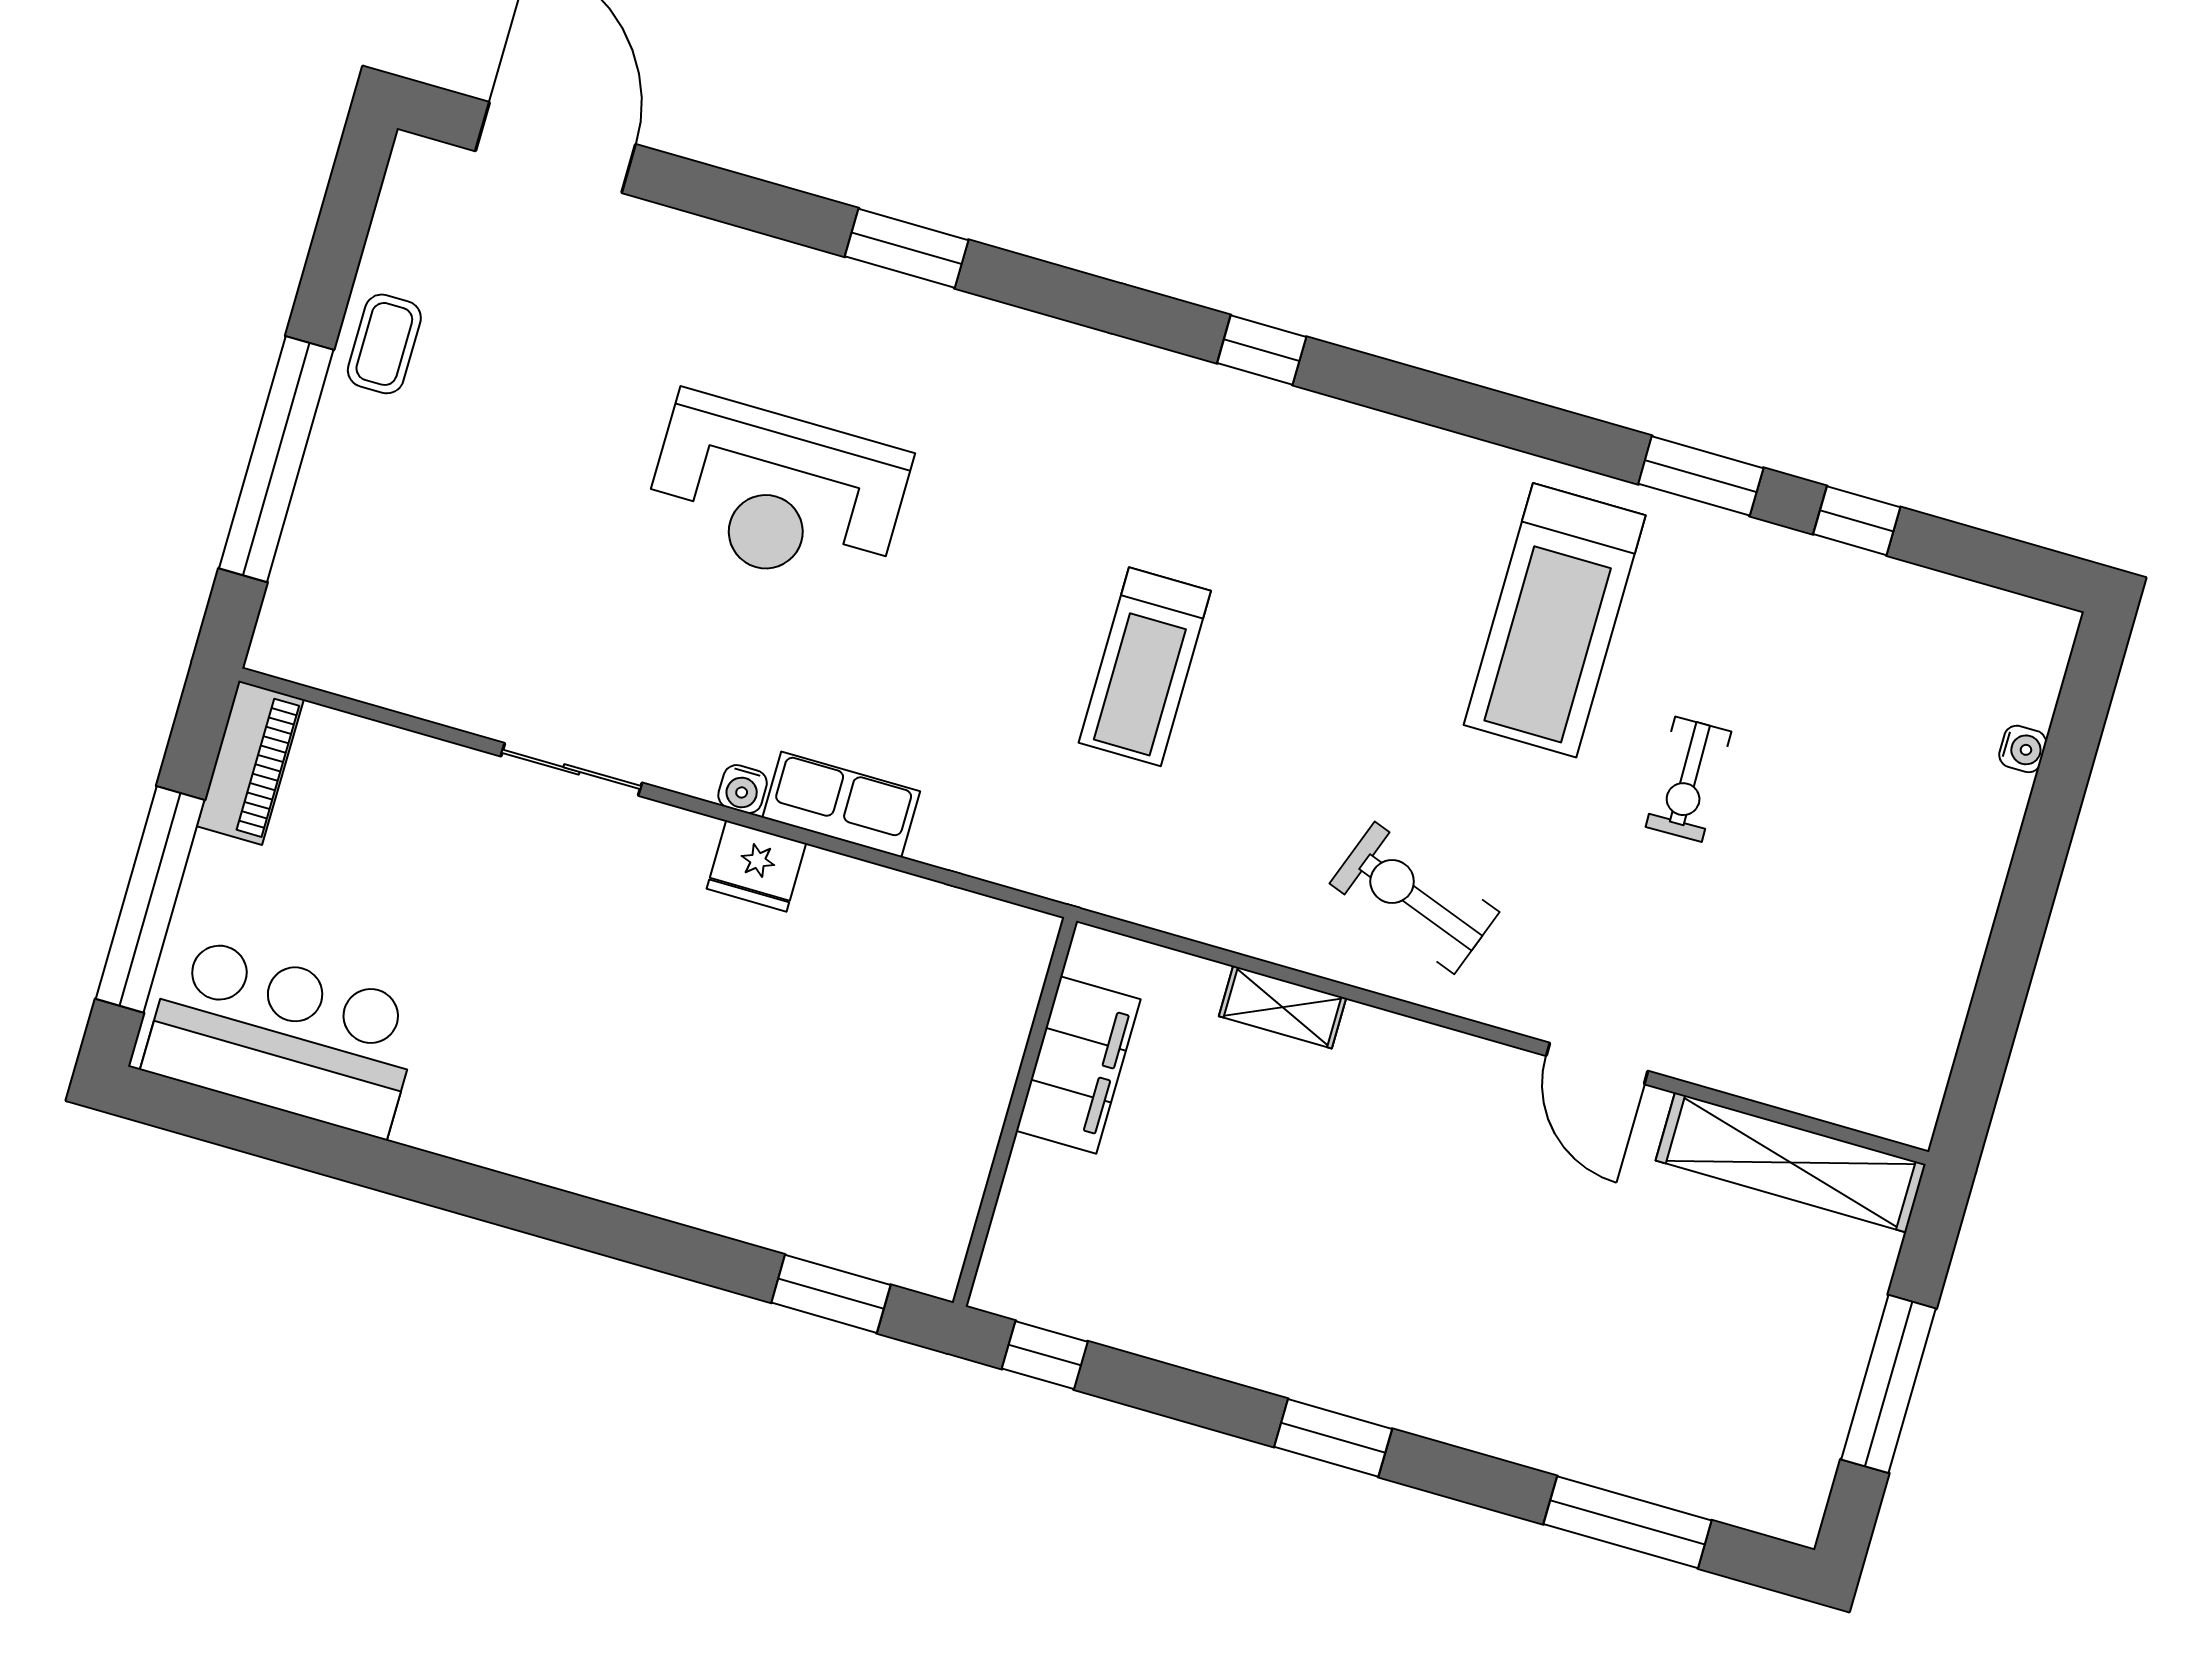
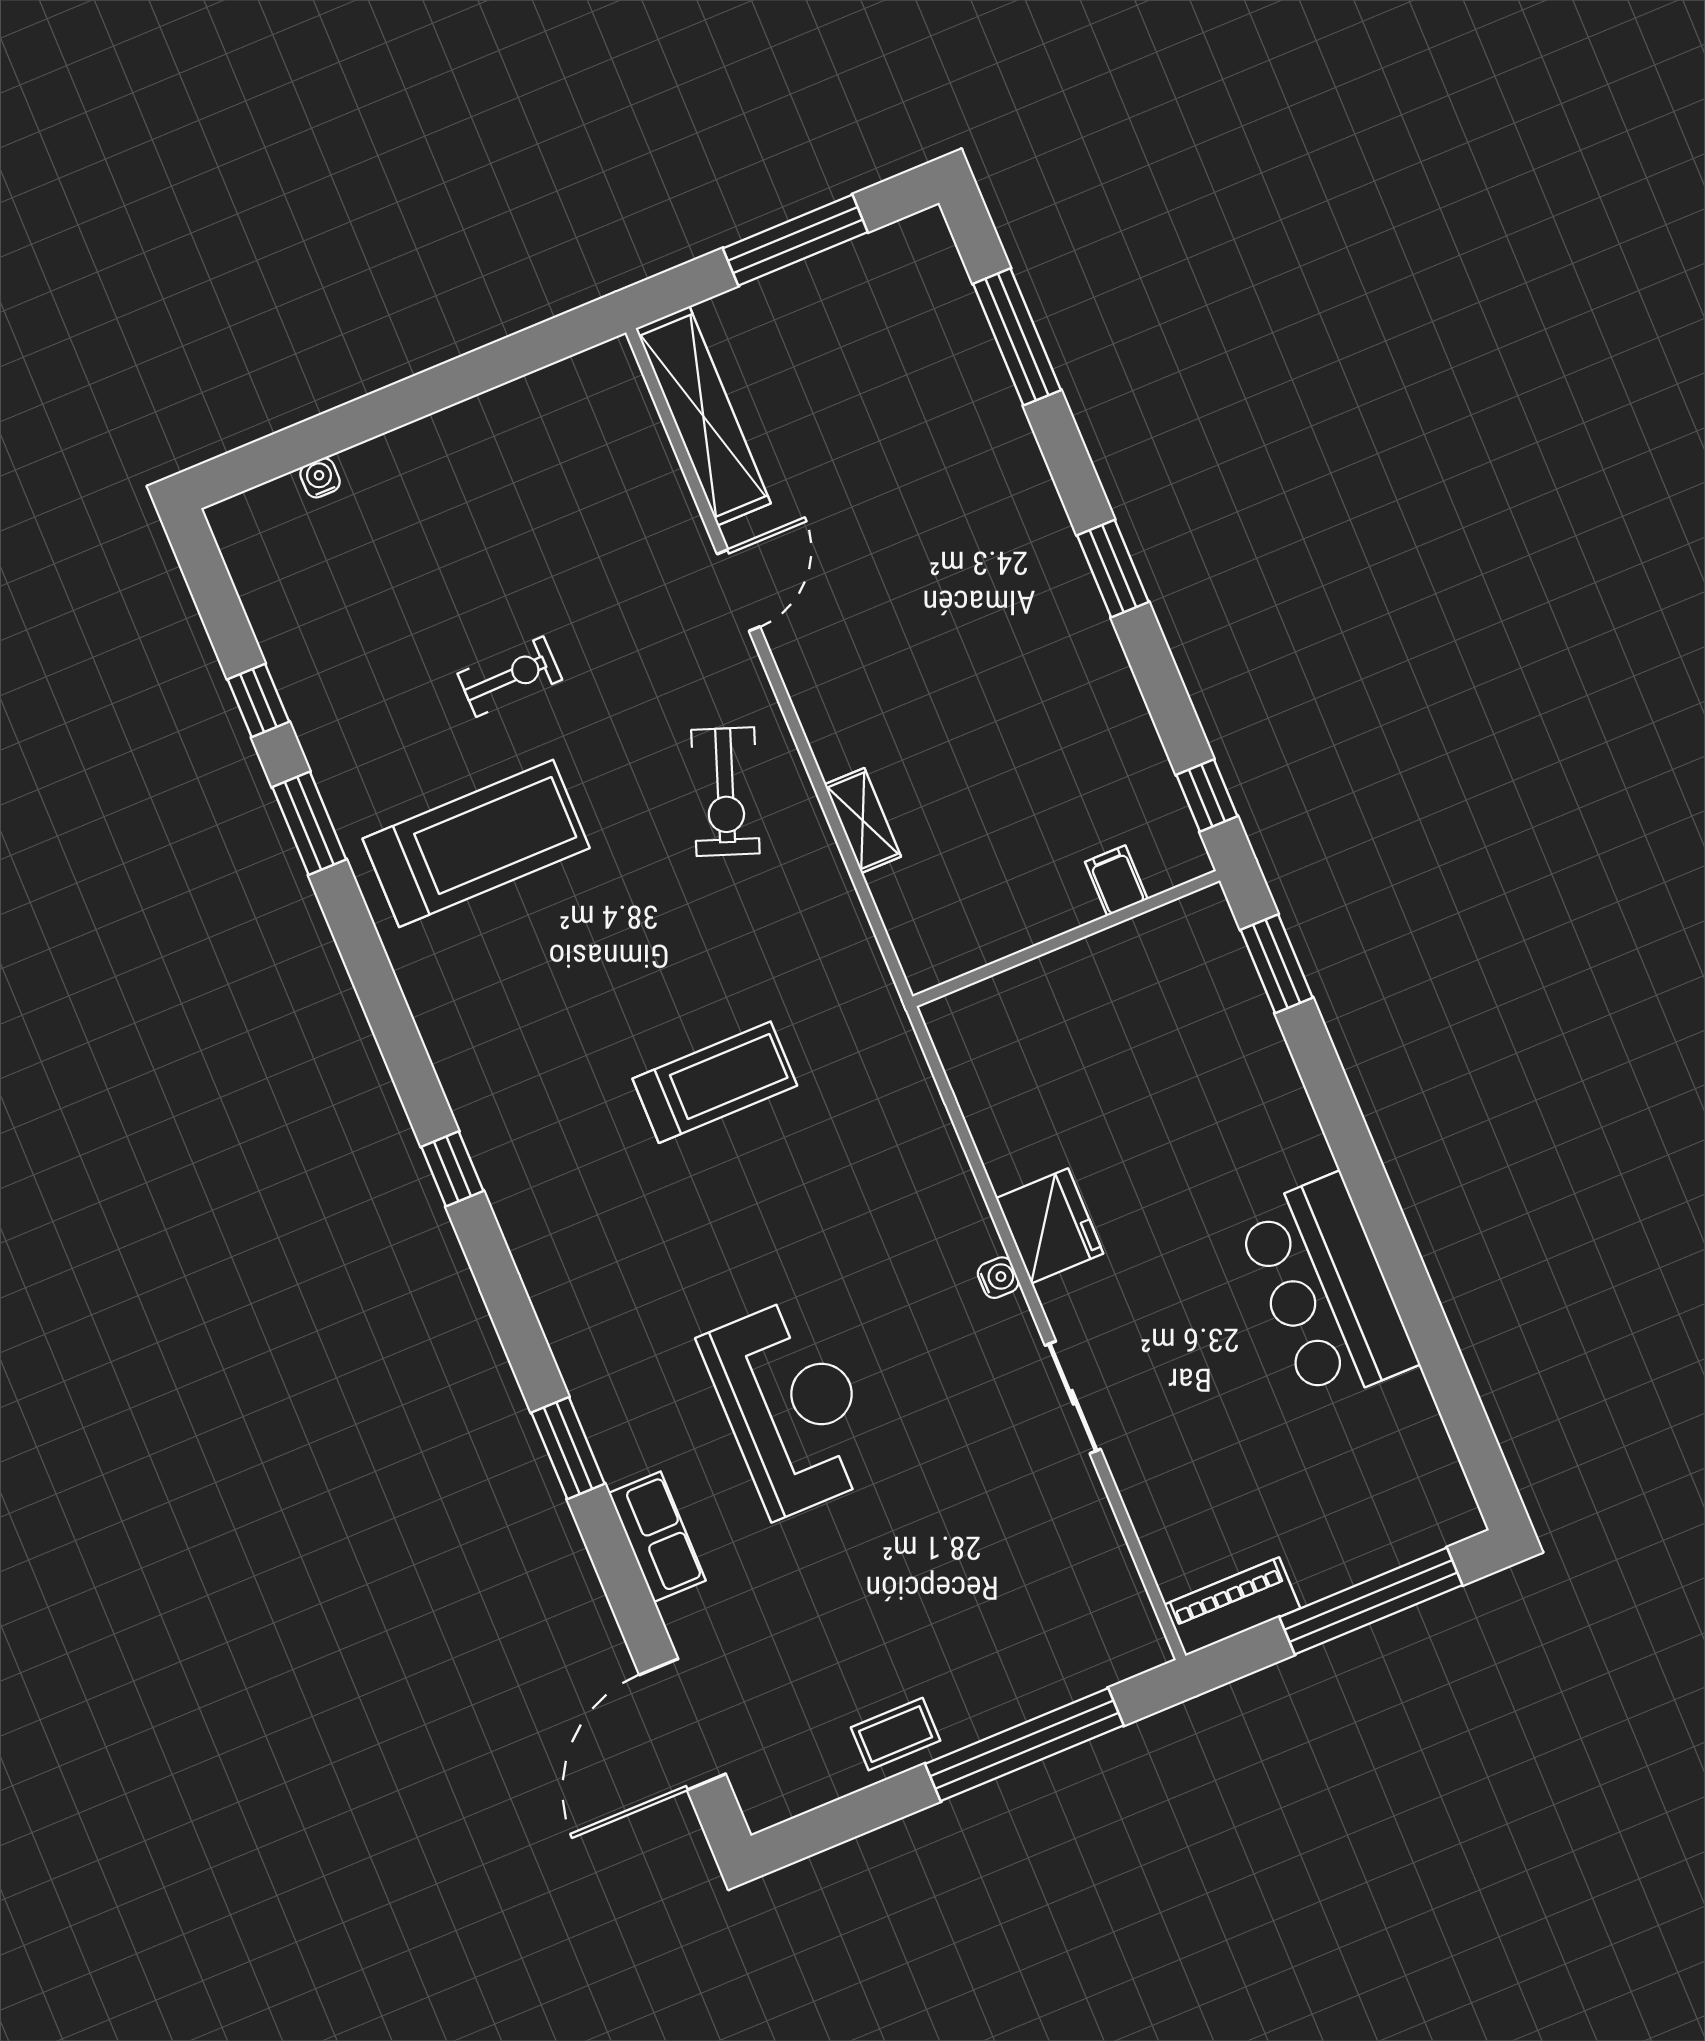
row of seats: (841, 804) -> (657, 1537), moved, turned 180
fridge: (756, 866) -> (1050, 1226), width x1.36, depth x1.34
bar counter: (283, 1037) -> (1326, 1290), moved
filing cabinet: (1078, 1065) -> (1116, 881), moved, width x0.33, depth x0.86

